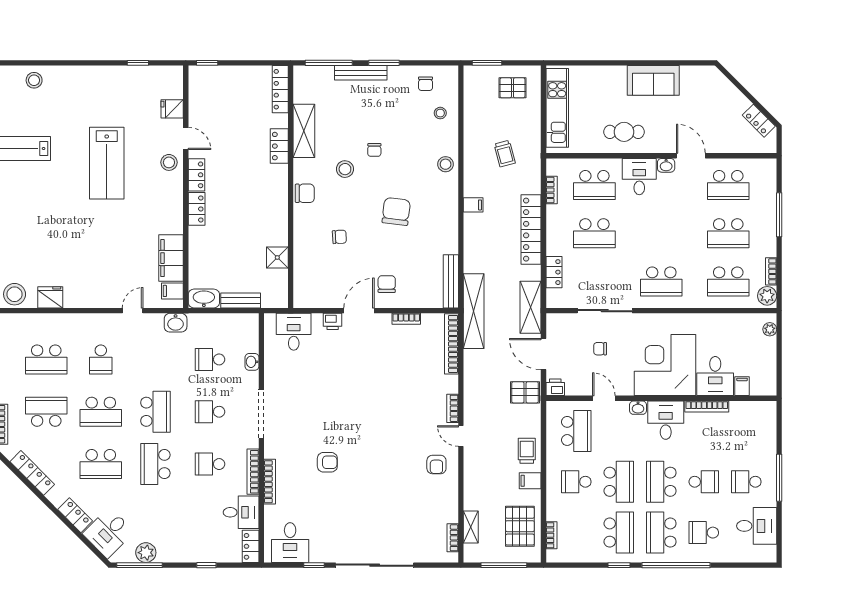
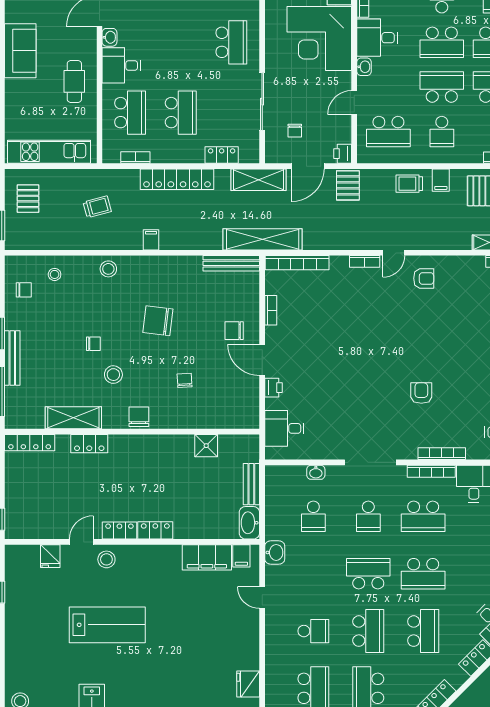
chair: (600, 349) -> (295, 131), moved
school desk: (576, 431) -> (388, 132), turned 180
school desk: (210, 464) -> (423, 516), width x1.85

